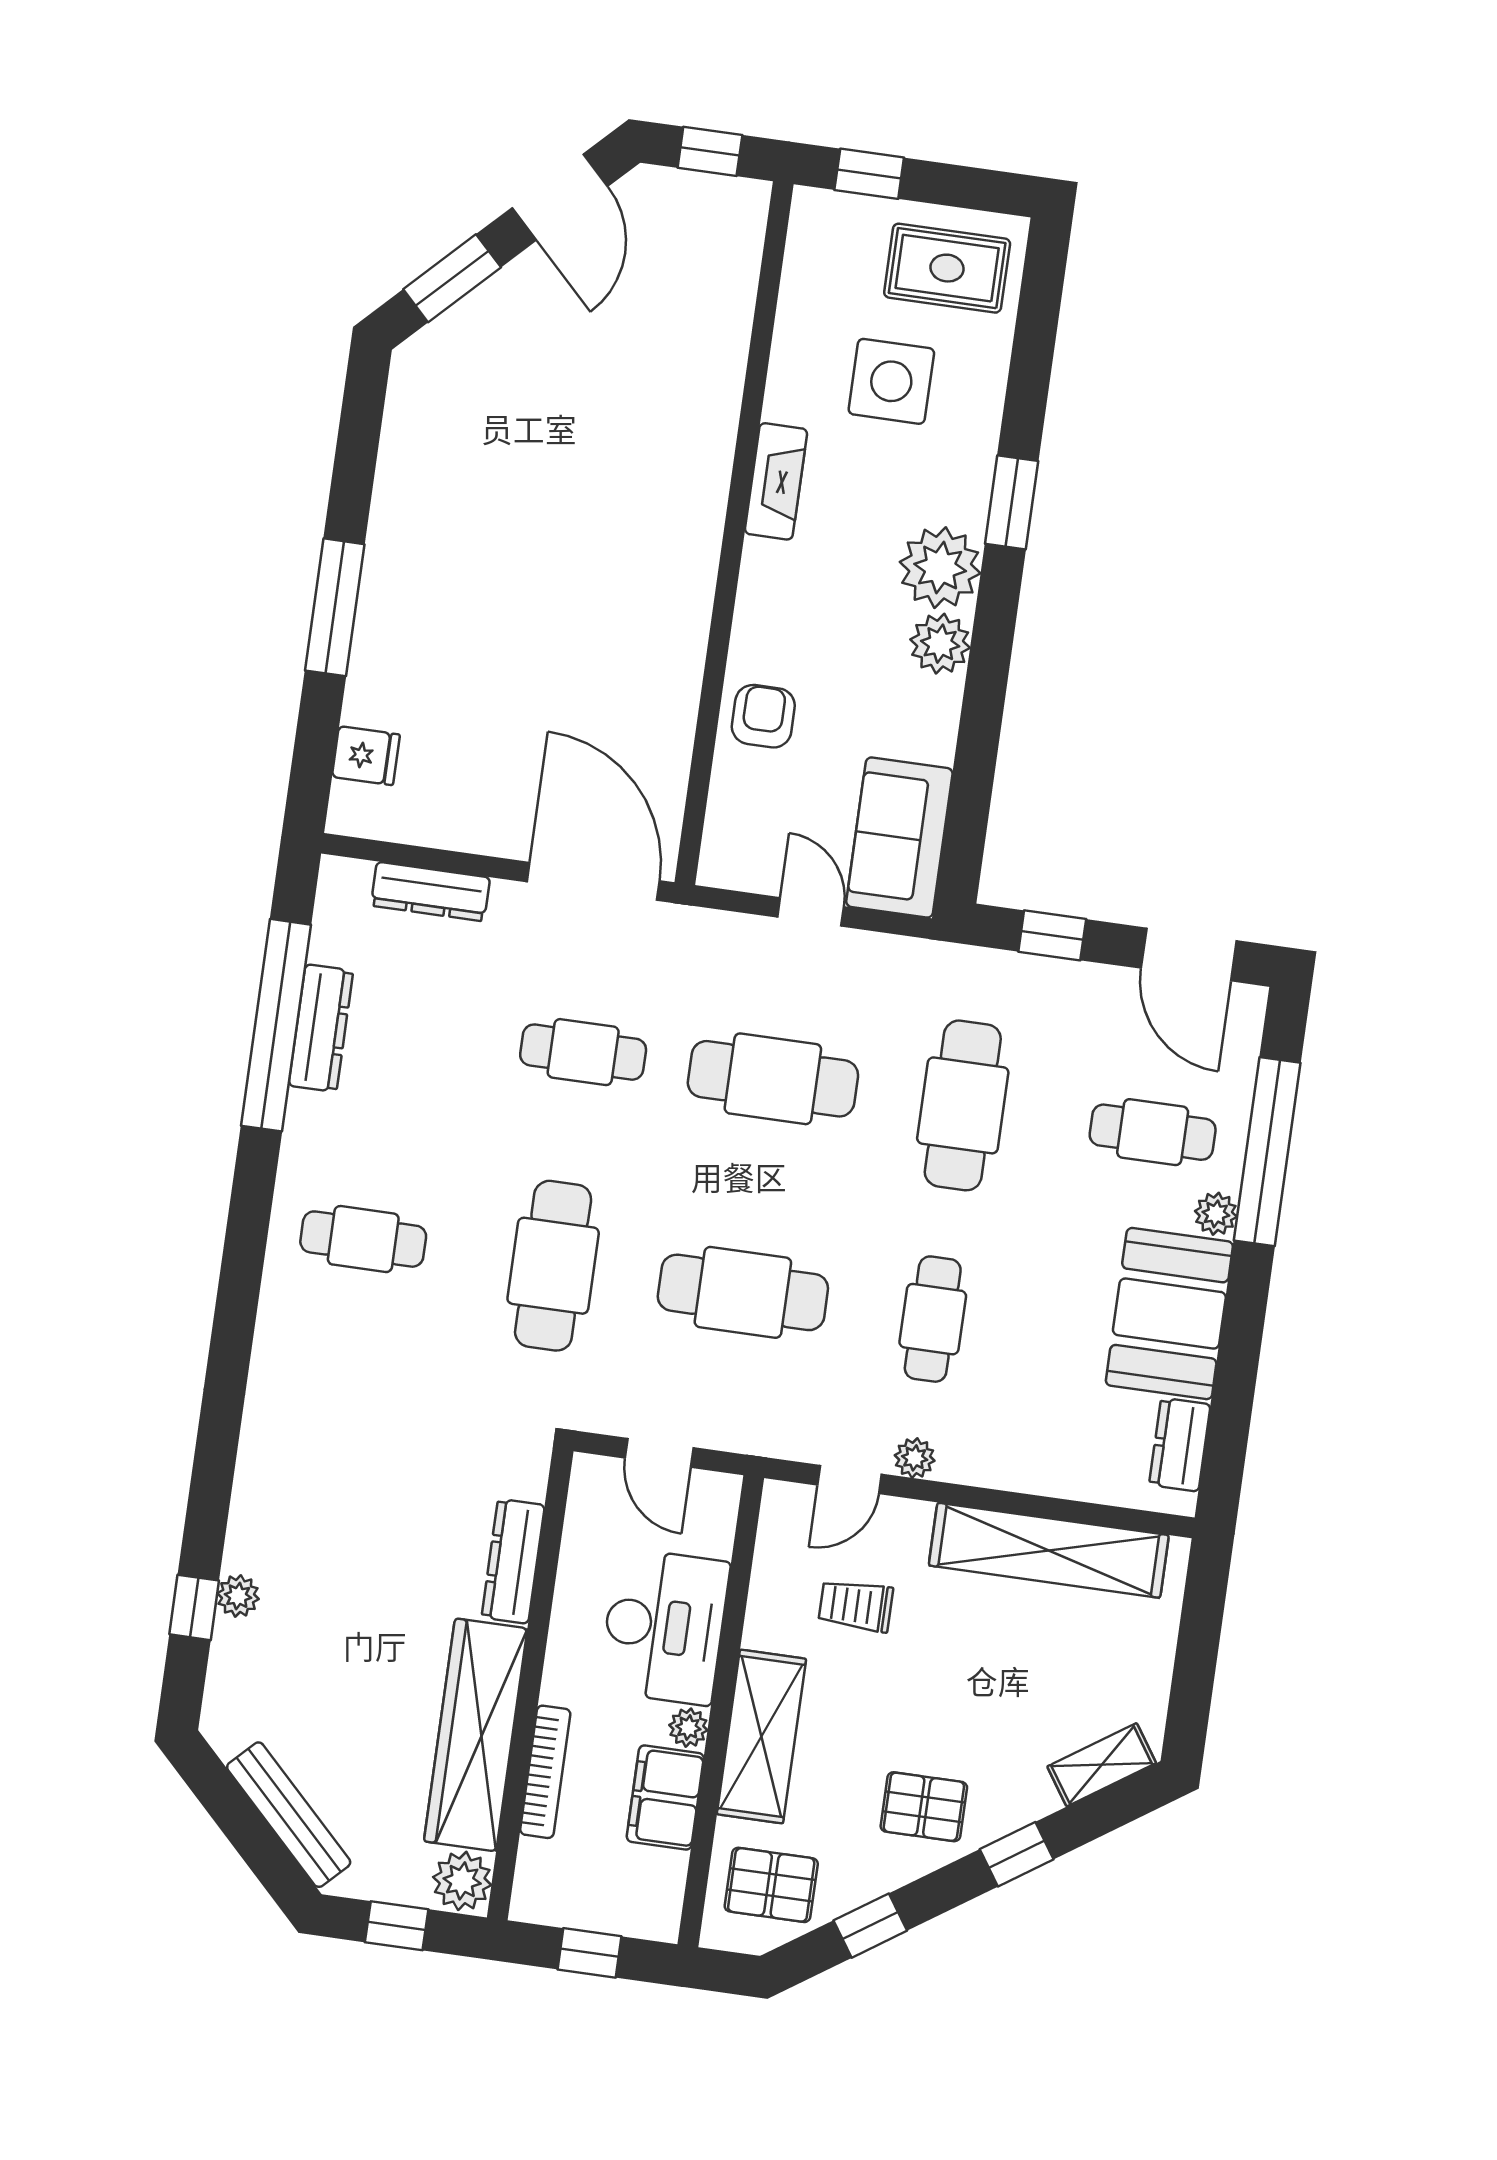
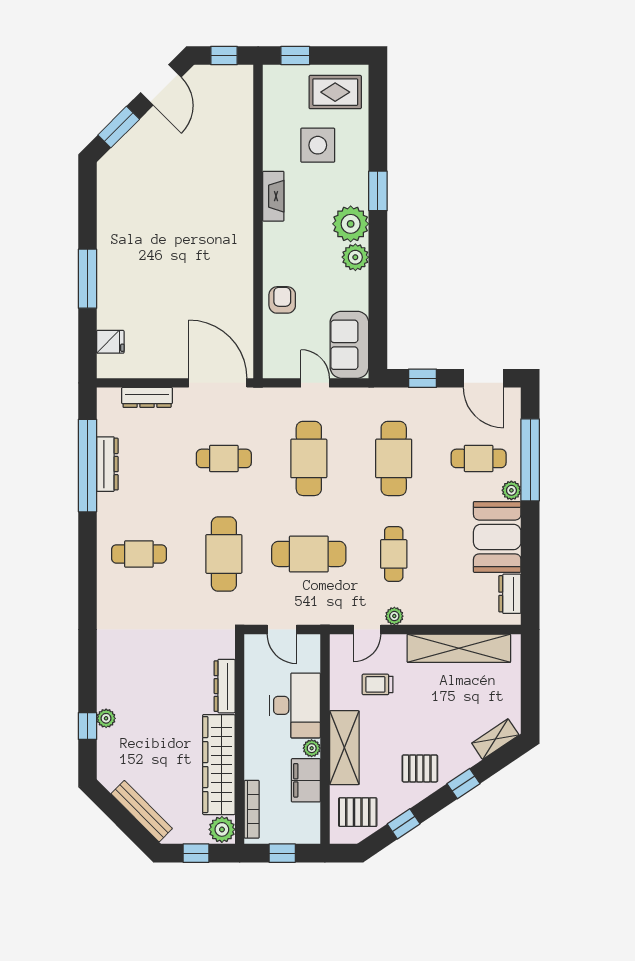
cafe table: (773, 1079) -> (309, 458), turned 90
bookcase: (545, 1772) -> (252, 809), moved

